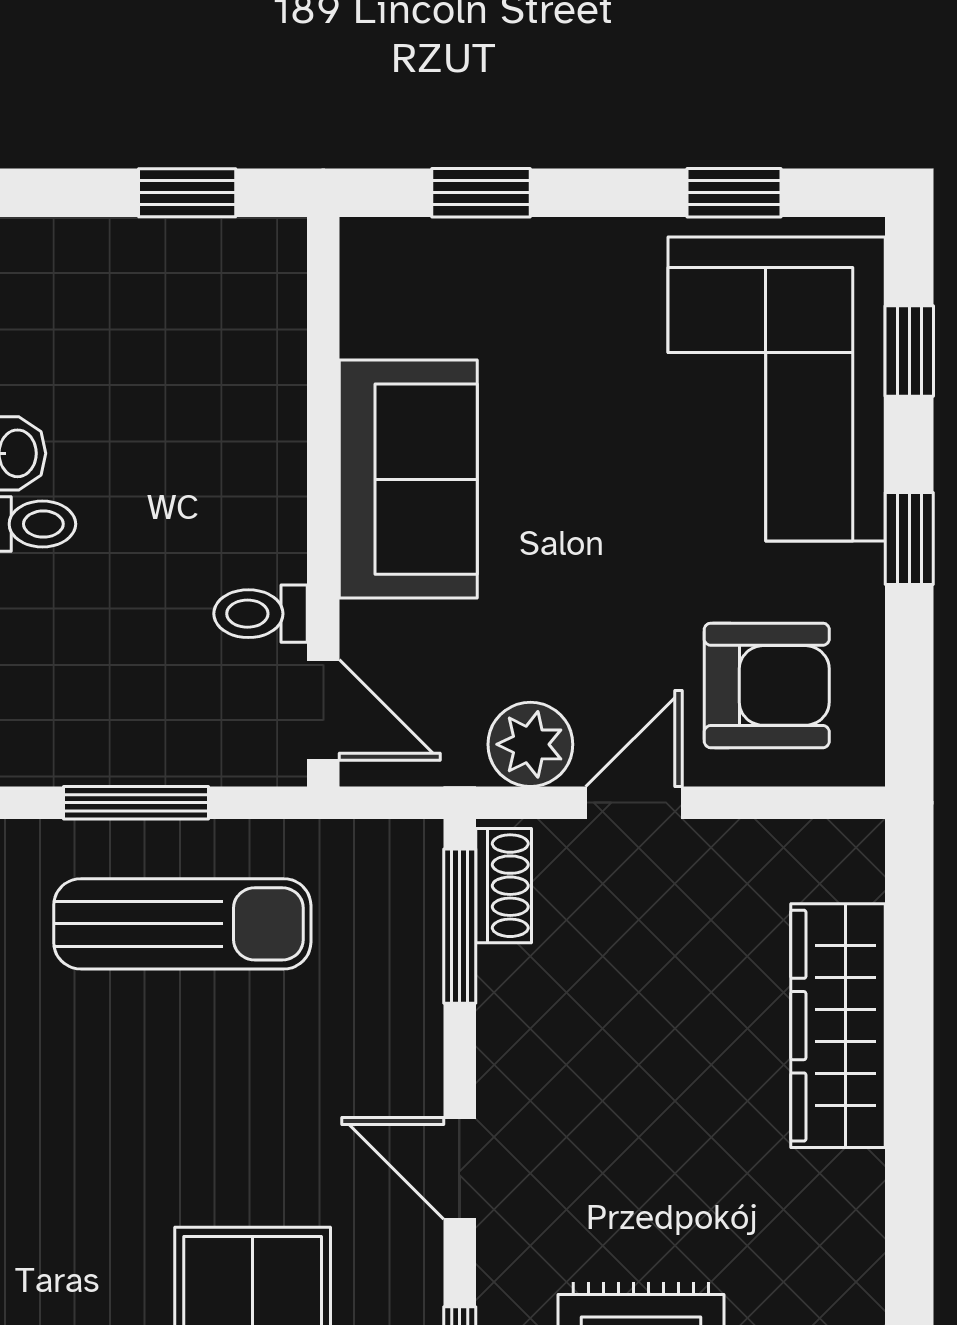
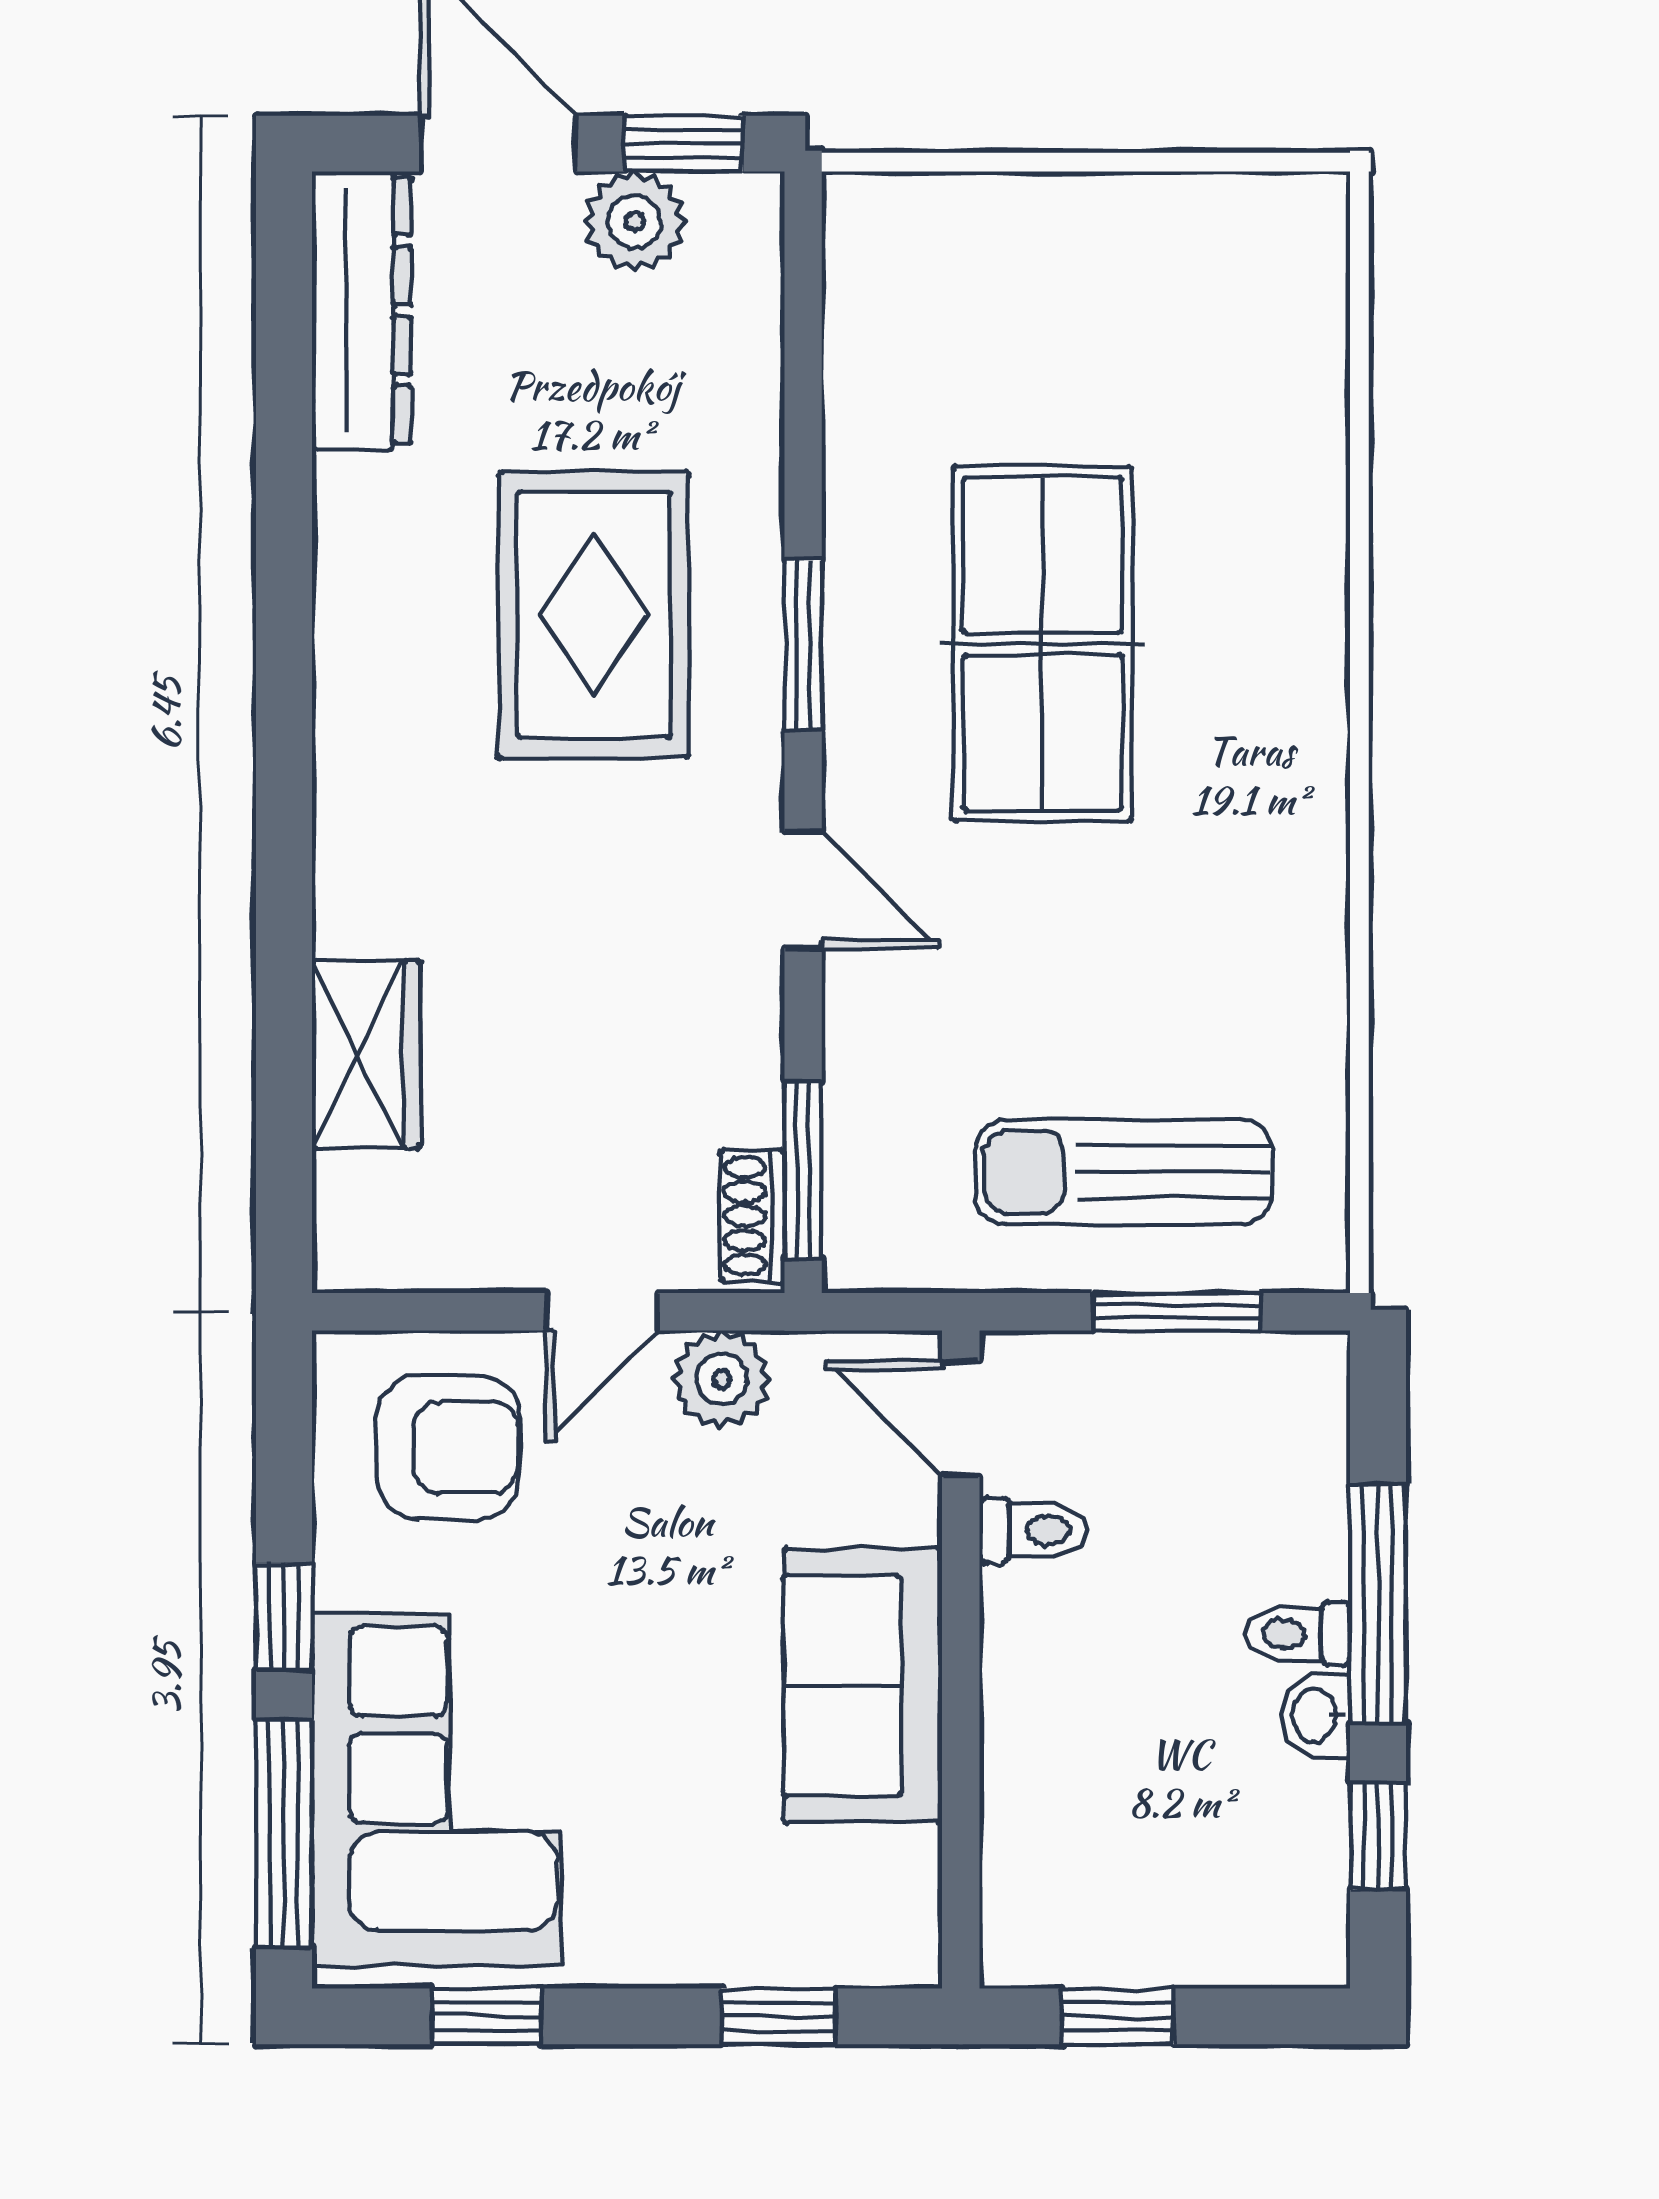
window: (909, 351) -> (284, 1833), width x2.17
armchair: (767, 685) -> (449, 1447), turned 180
wardrobe: (838, 1026) -> (366, 1054), width x0.67

